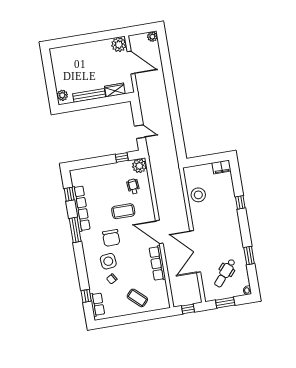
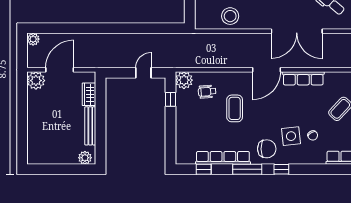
chair: (111, 238) -> (267, 149), moved
window: (86, 296) -> (281, 169), moved

